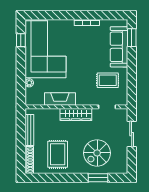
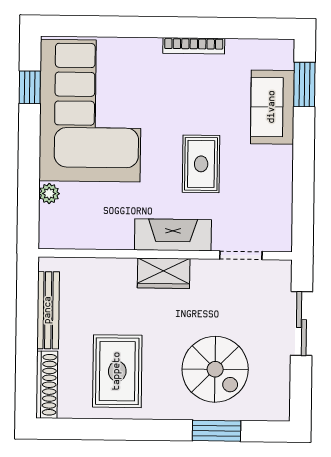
sofa: (119, 47) -> (272, 107), width x0.73
rug: (108, 80) -> (201, 164), moved, turned 90
fireplace: (60, 99) -> (173, 235), moved
wardrobe: (76, 114) -> (164, 273), width x0.67
spiral stairs: (97, 153) -> (215, 369), turned -90

